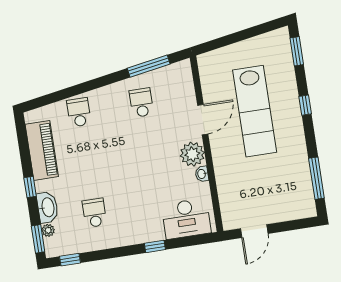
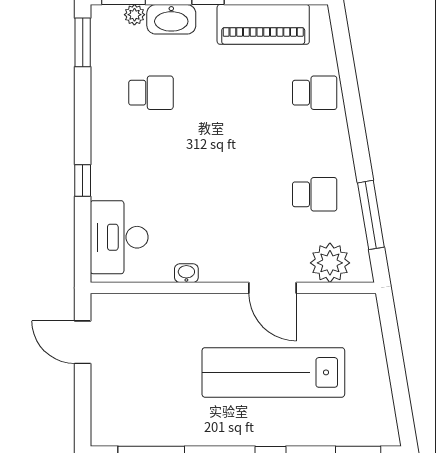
plant: (192, 154) -> (330, 263), moved
window: (70, 260) -> (83, 42), width x1.50

